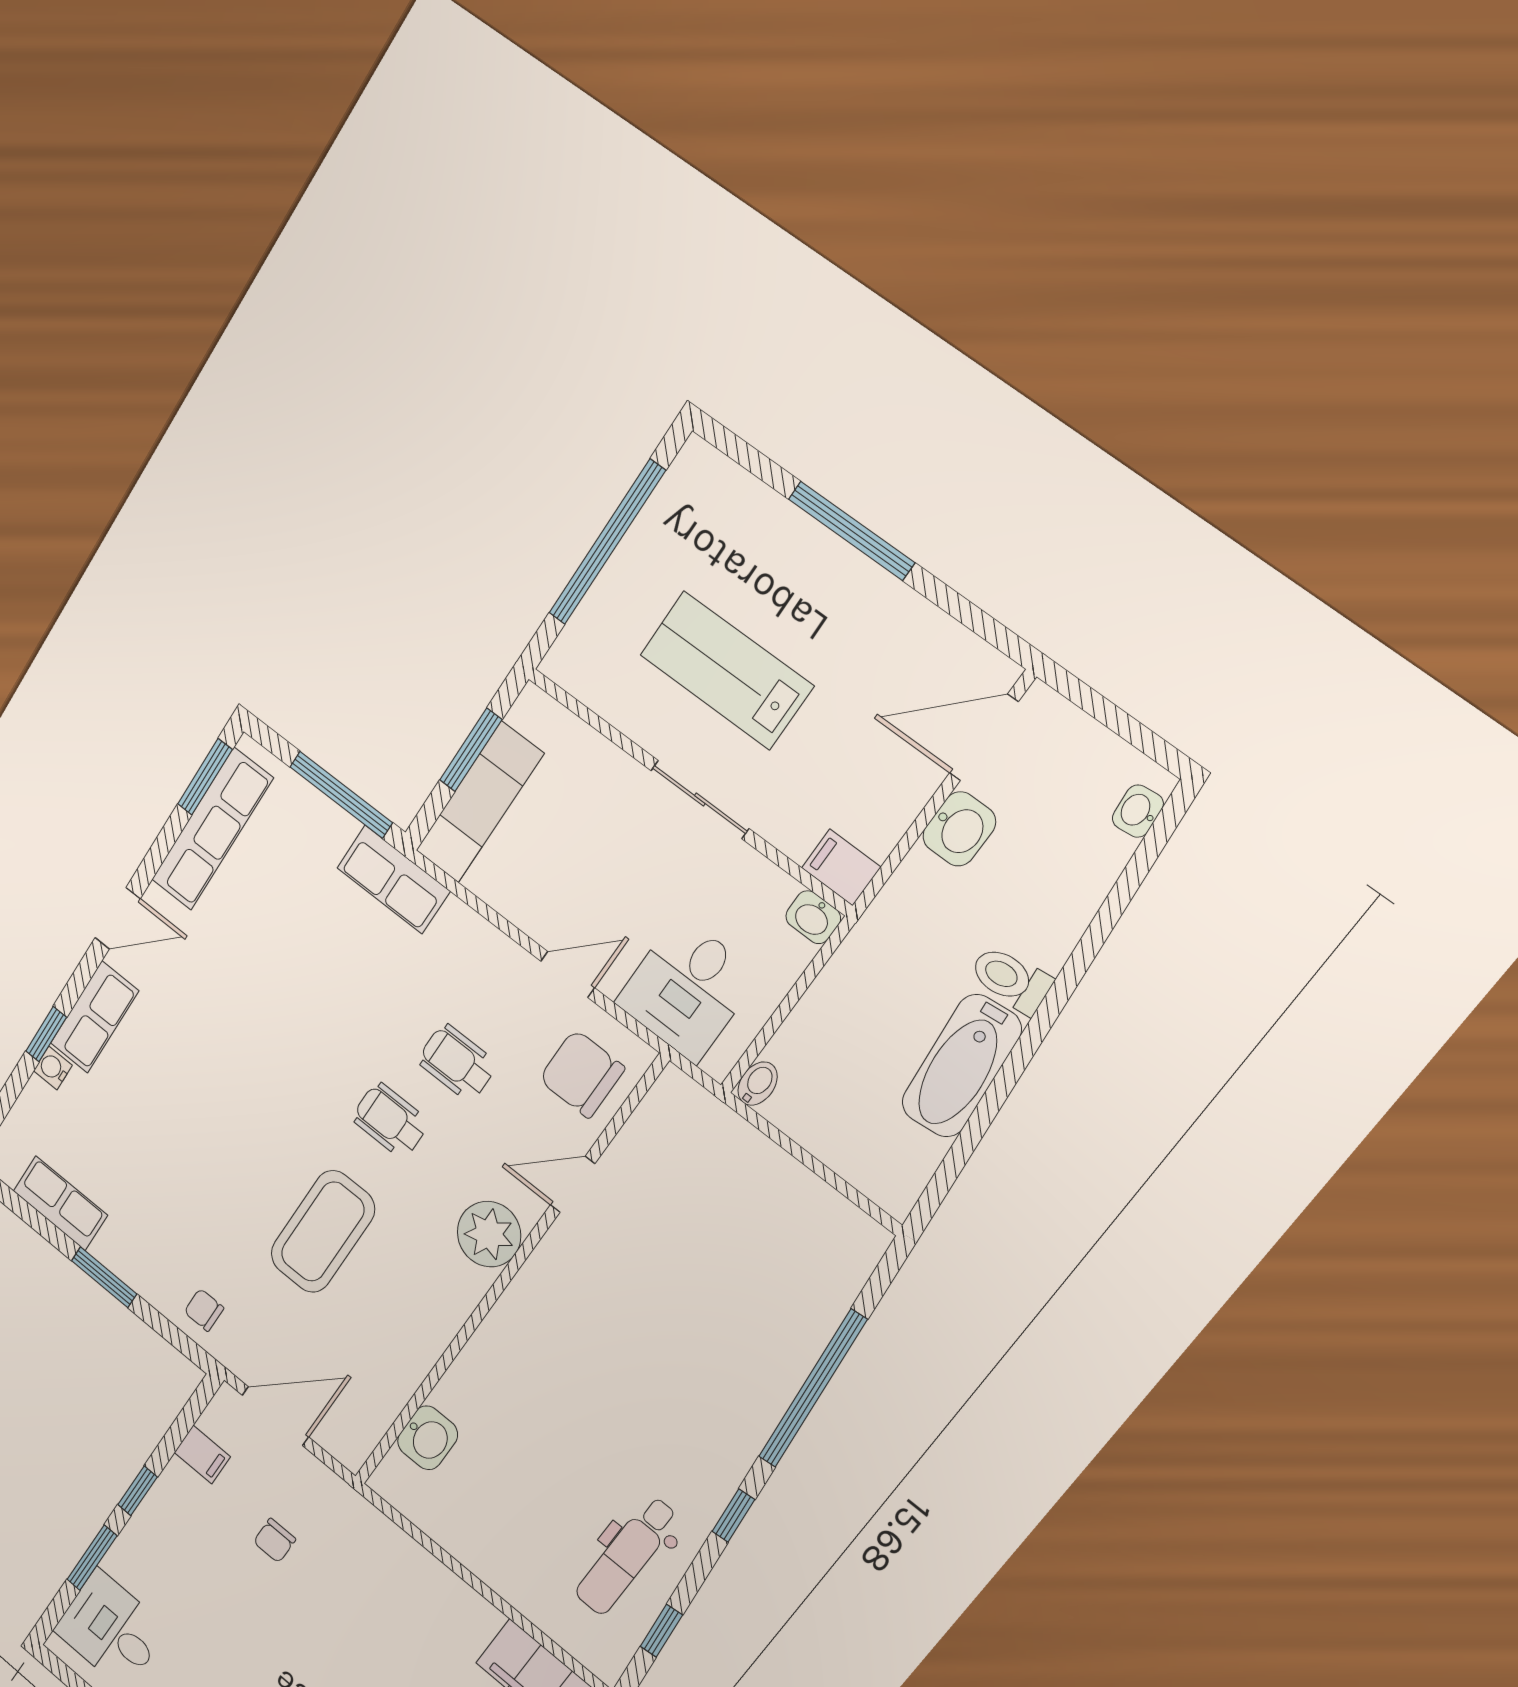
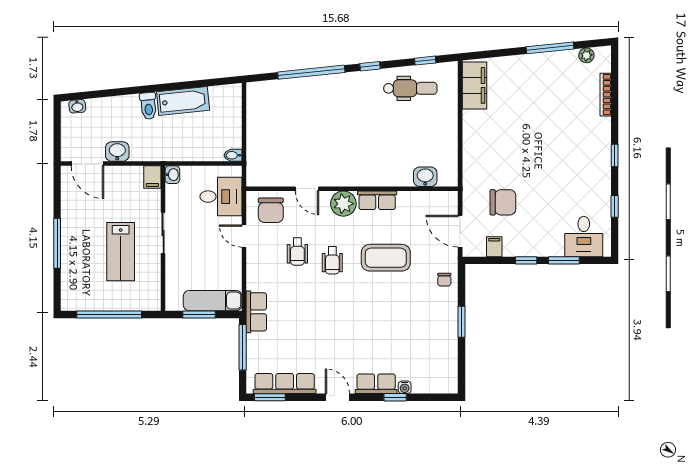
row of seats: (60, 1203) -> (377, 200), moved, turned -90
chair: (274, 1541) -> (503, 202), width x1.87, depth x1.87

